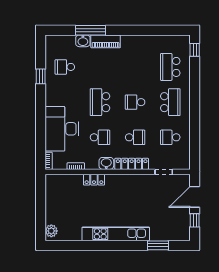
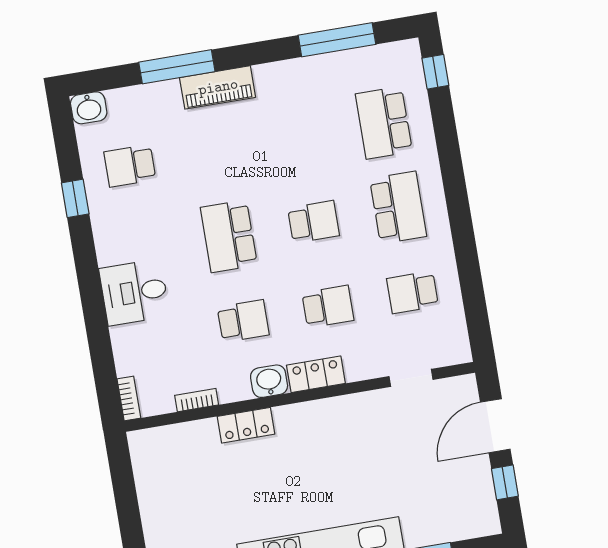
window: (157, 30) -> (337, 40), added
washbasin: (83, 41) -> (89, 108), moved
school desk: (135, 102) -> (313, 222), turned 180
desk: (62, 129) -> (134, 292), width x0.53, depth x0.77
locker: (132, 164) -> (316, 374), width x0.66

